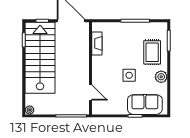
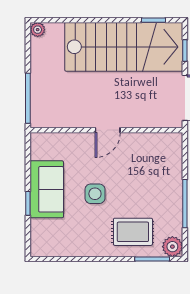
fireplace: (97, 43) -> (148, 141), removed
plant: (161, 77) -> (172, 247), moved
door: (91, 92) -> (108, 130), moved
sofa: (145, 104) -> (47, 189), moved

